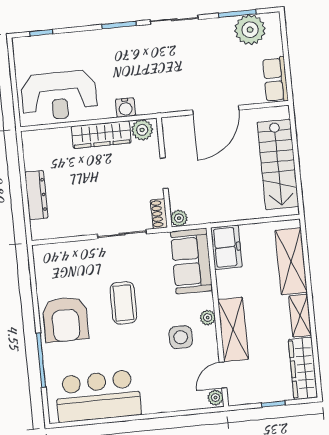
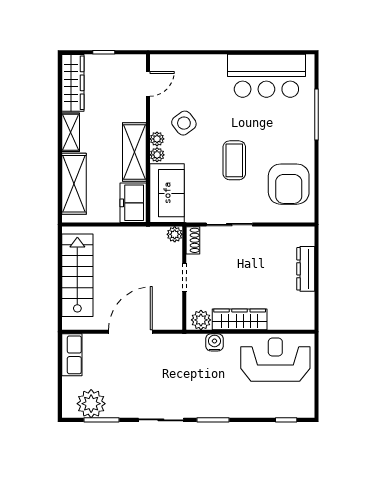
armchair: (65, 319) -> (289, 184), moved, turned 180
shelving: (233, 329) -> (134, 152), moved
side table: (181, 337) -> (184, 123), turned -37
plant: (215, 398) -> (157, 155), moved

